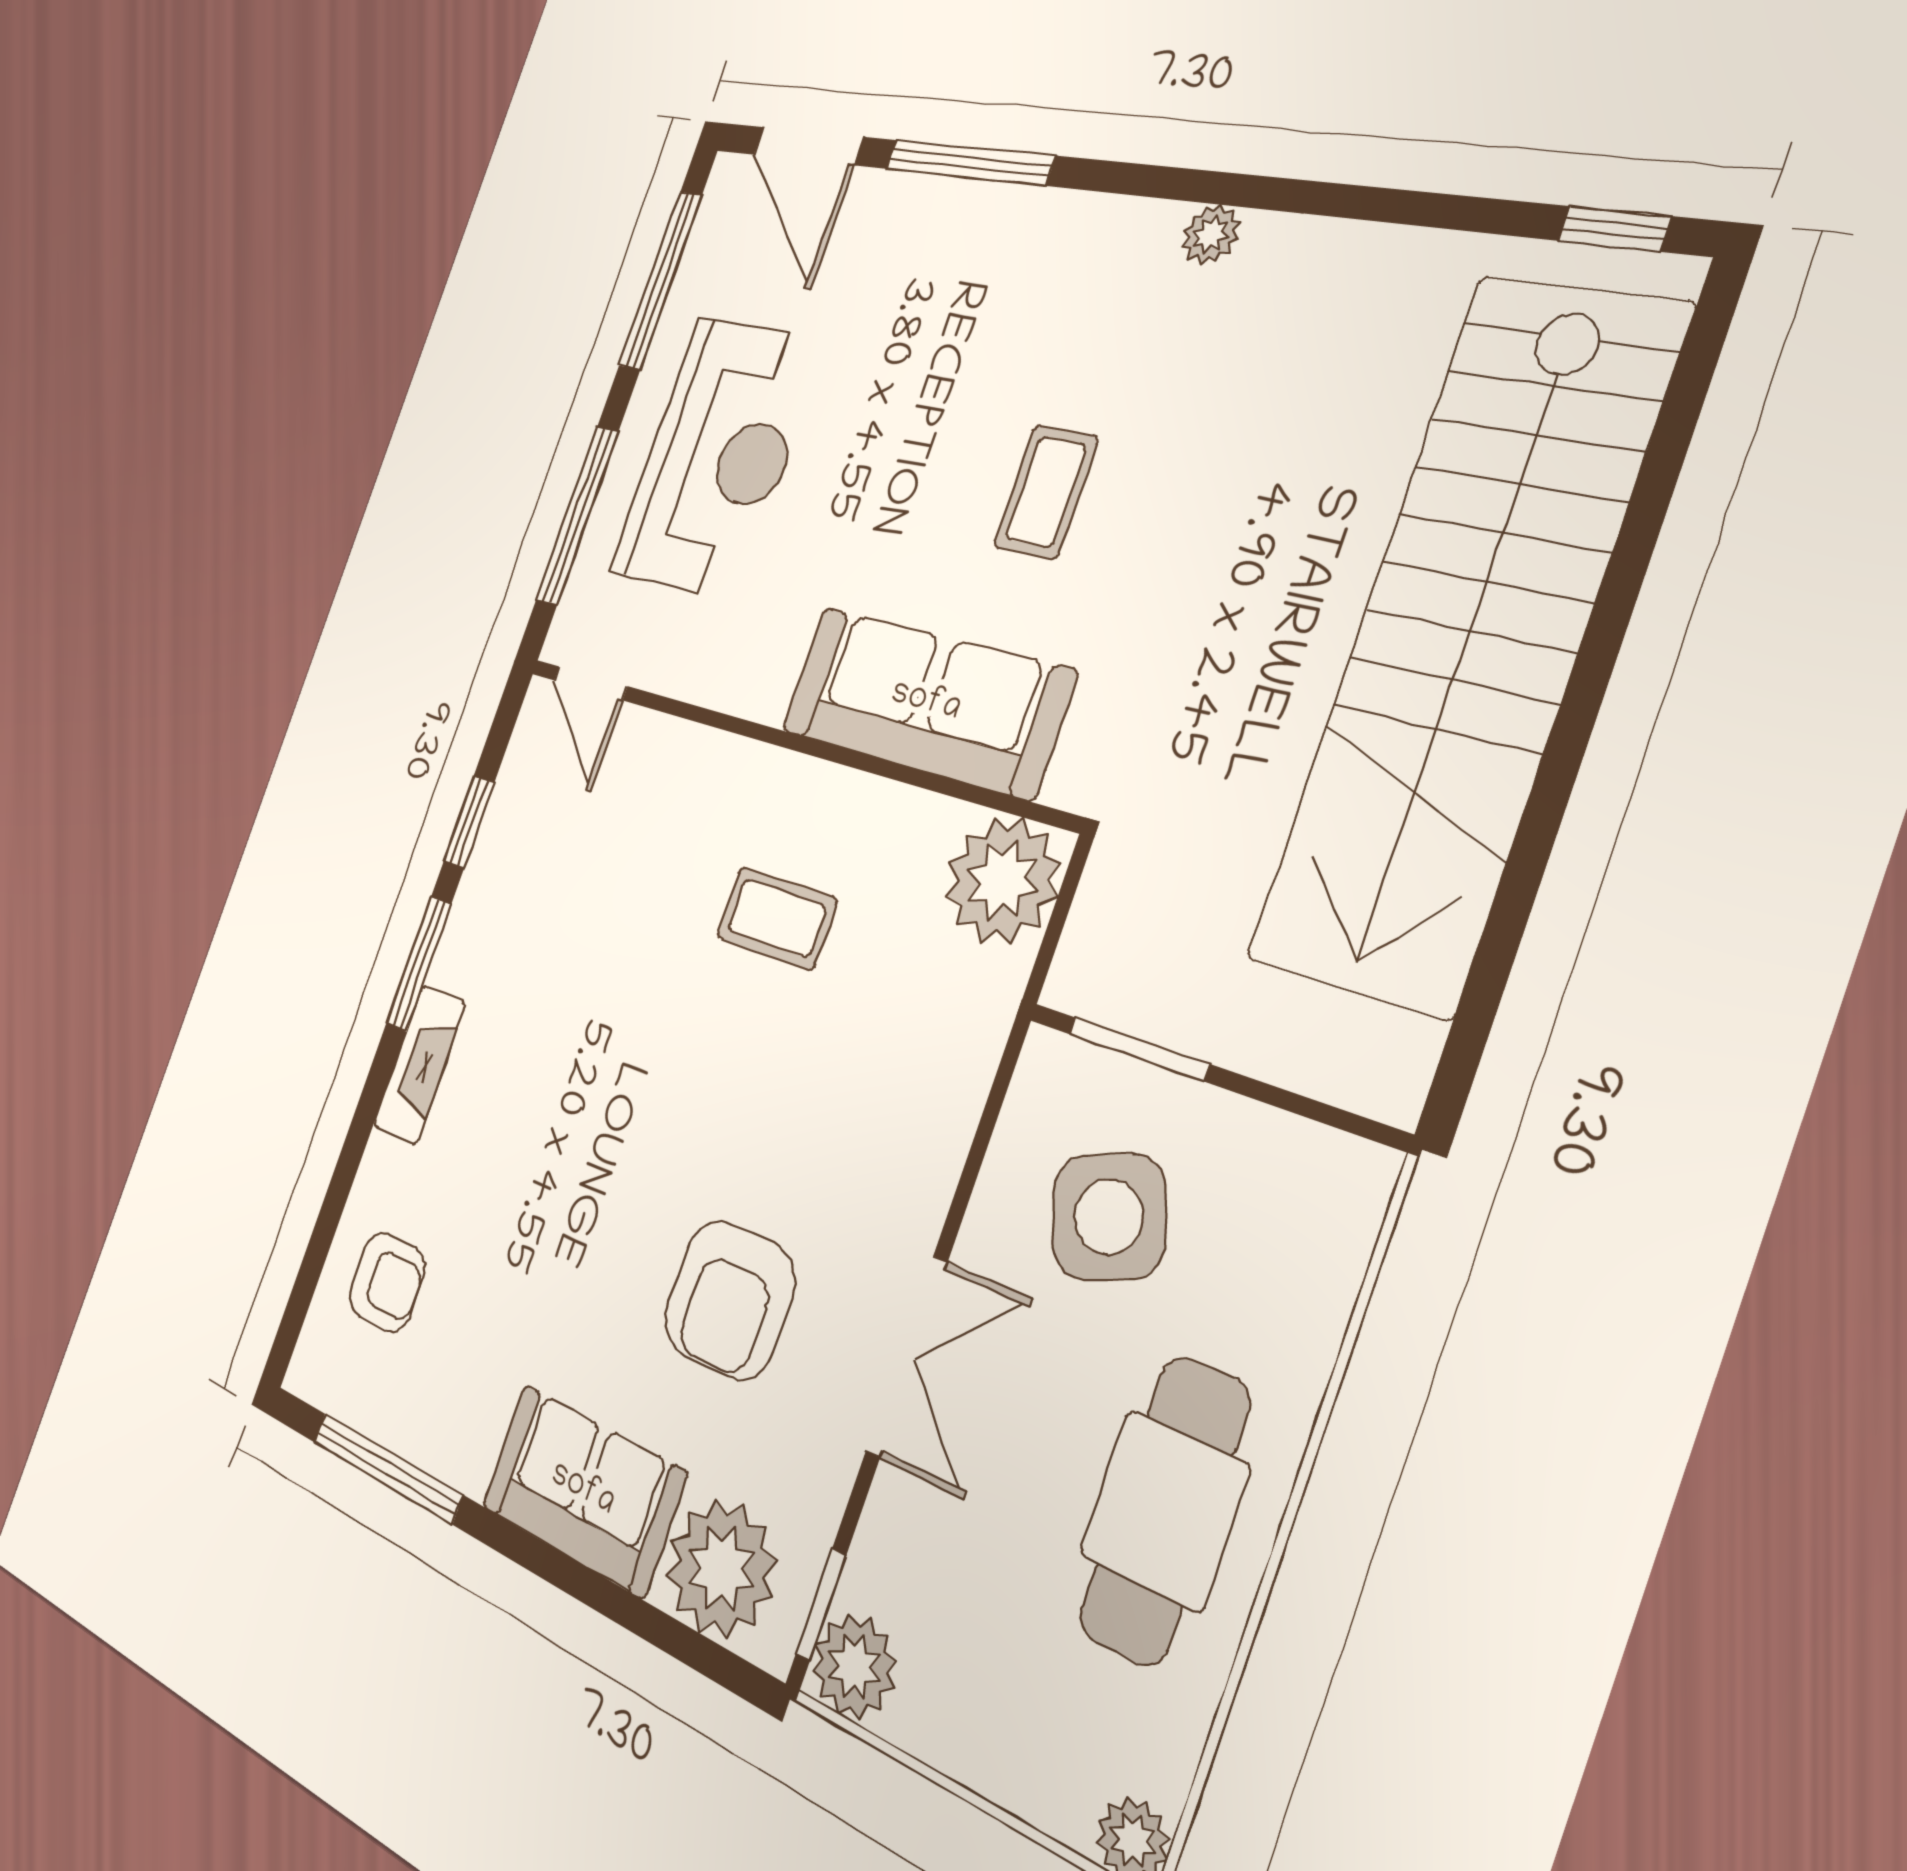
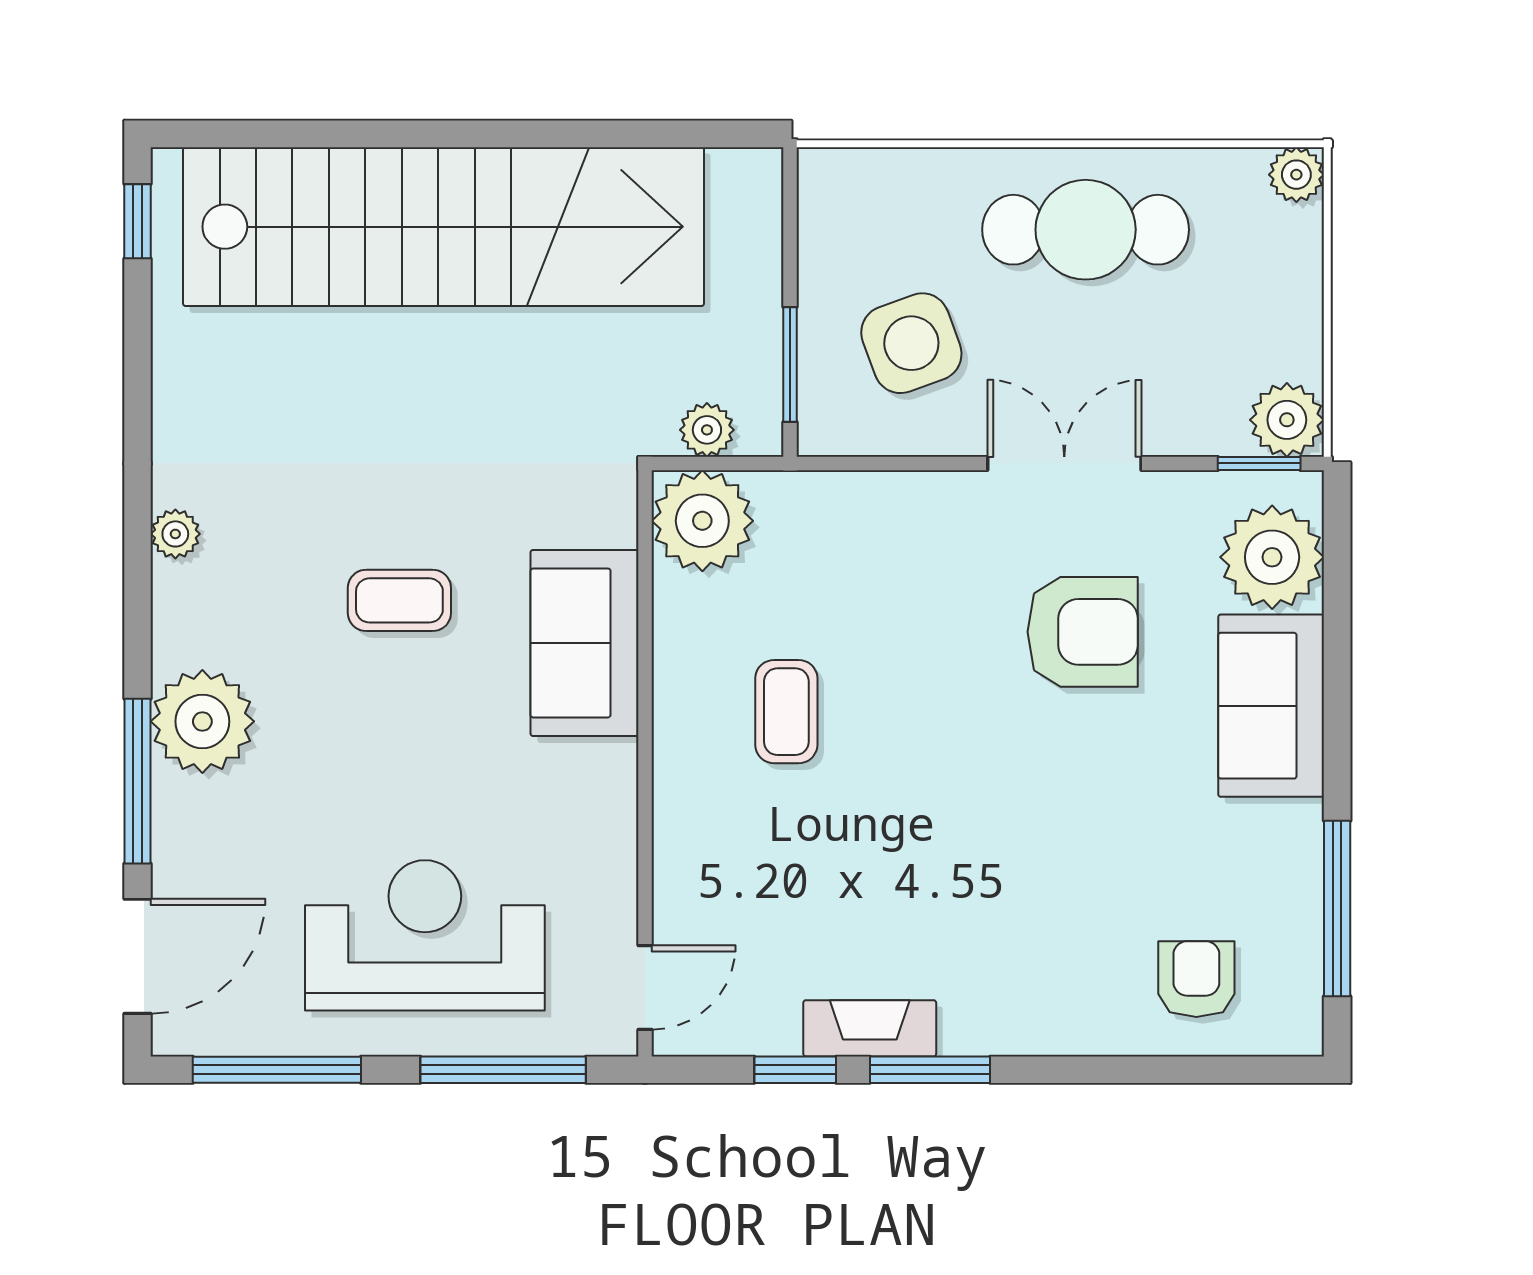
plant: (1002, 242) -> (202, 721), added
sofa: (926, 702) -> (585, 643), width x0.73
plant: (1100, 917) -> (707, 430), added
fireplace: (419, 1065) -> (870, 1028), moved

